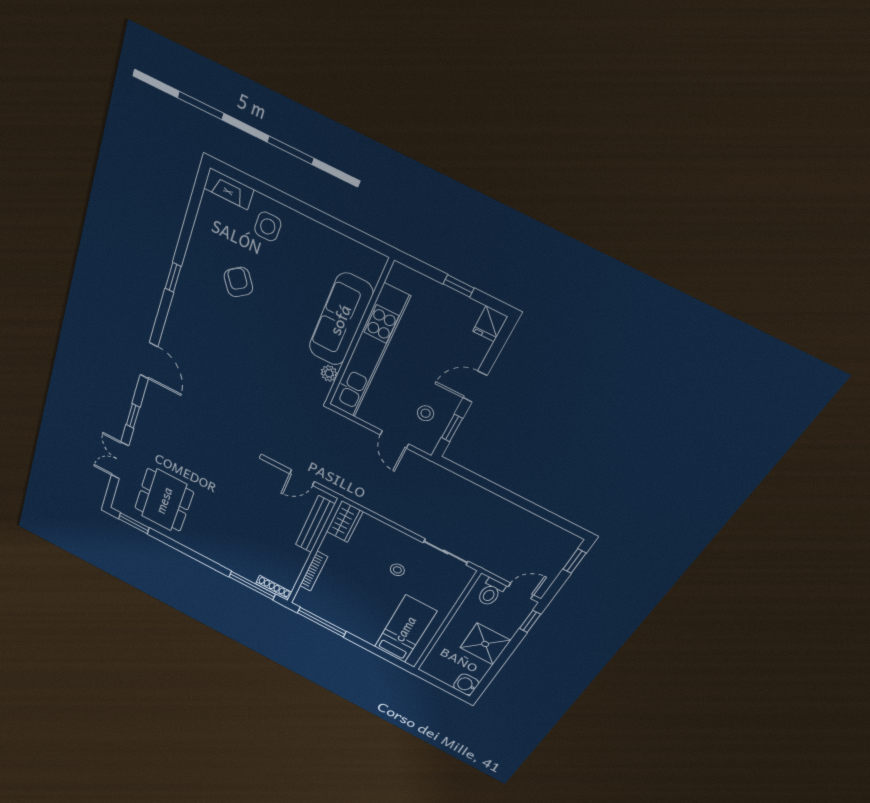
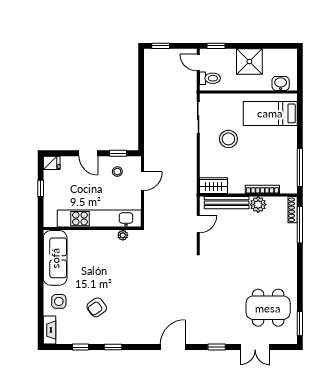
window: (188, 227) -> (81, 347), added
sofa: (340, 320) -> (55, 258), moved, turned -90
door: (302, 478) -> (198, 224), hinge flipped
plant: (297, 557) -> (258, 205), added
stool: (397, 570) -> (228, 139), width x1.89, depth x1.89
washbasin: (466, 684) -> (281, 83), moved, turned 180

